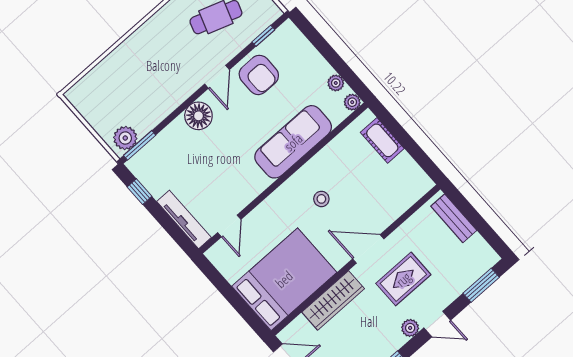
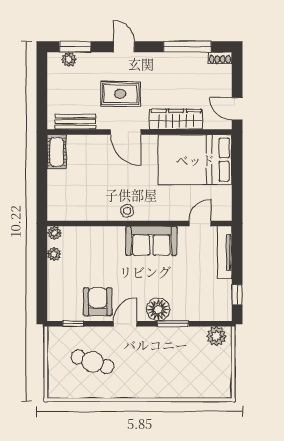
cot: (382, 140) -> (57, 152), moved
sofa: (293, 142) -> (151, 241), moved, width x0.73
window: (140, 145) -> (173, 324), moved
stool: (321, 199) -> (127, 211), moved
bench: (454, 218) -> (75, 122), moved, turned 90
plant: (410, 328) -> (69, 59), moved

